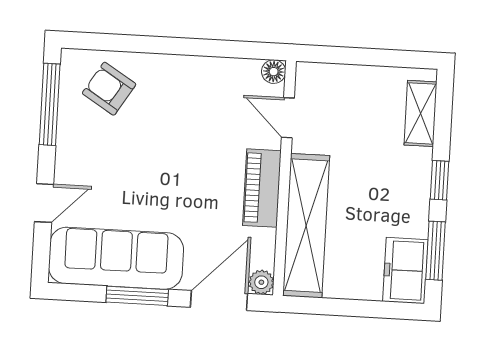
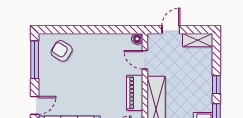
door: (348, 56) -> (171, 30), added
shelving: (421, 113) -> (198, 40), moved, turned 90

